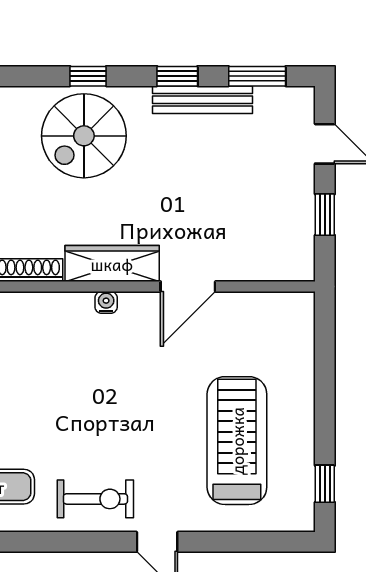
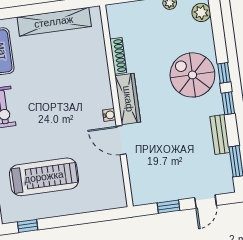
window: (177, 76) -> (228, 103), moved
bench: (203, 100) -> (220, 134), width x0.73
water cooler: (106, 302) -> (109, 115), moved

